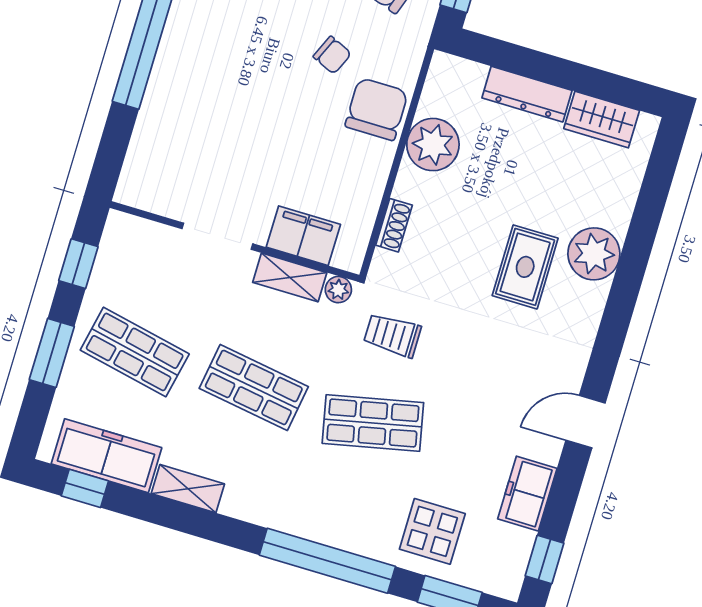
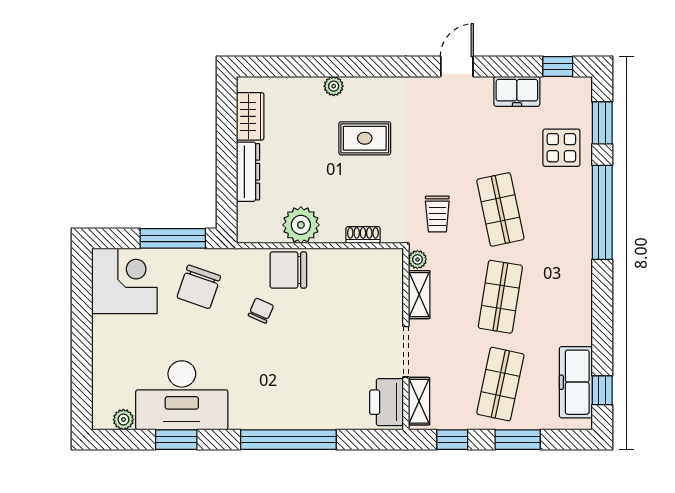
printer: (156, 189) -> (386, 402), added
filing cabinet: (303, 236) -> (388, 294), removed
plant: (594, 254) -> (334, 86), width x0.53, depth x0.53
door: (586, 422) -> (457, 67), swing flipped
shelving: (188, 489) -> (419, 401), moved

